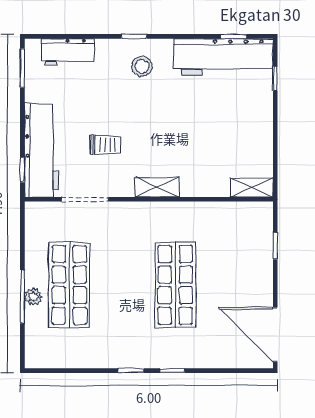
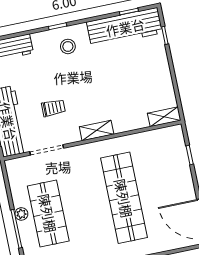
shop shelf: (175, 285) -> (124, 198), width x1.40
plant: (33, 297) -> (21, 214), moved

